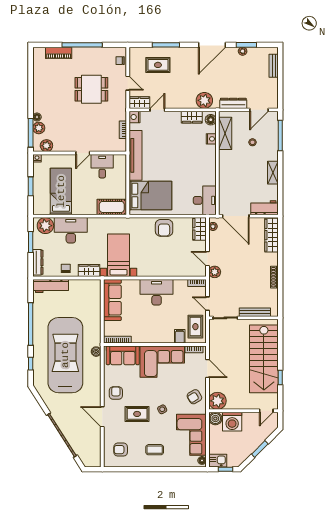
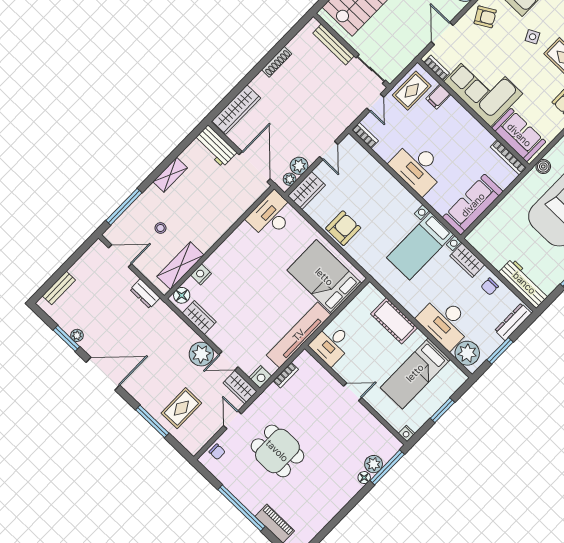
rug: (158, 65) -> (181, 408), turned 90
plant: (204, 100) -> (201, 354), moved
dresser: (233, 103) -> (145, 294), width x0.70
plant: (46, 146) -> (383, 437), removed
desk: (102, 166) -> (331, 344), moved
cot: (112, 207) -> (394, 321), moved
plant: (215, 272) -> (299, 166), moved

